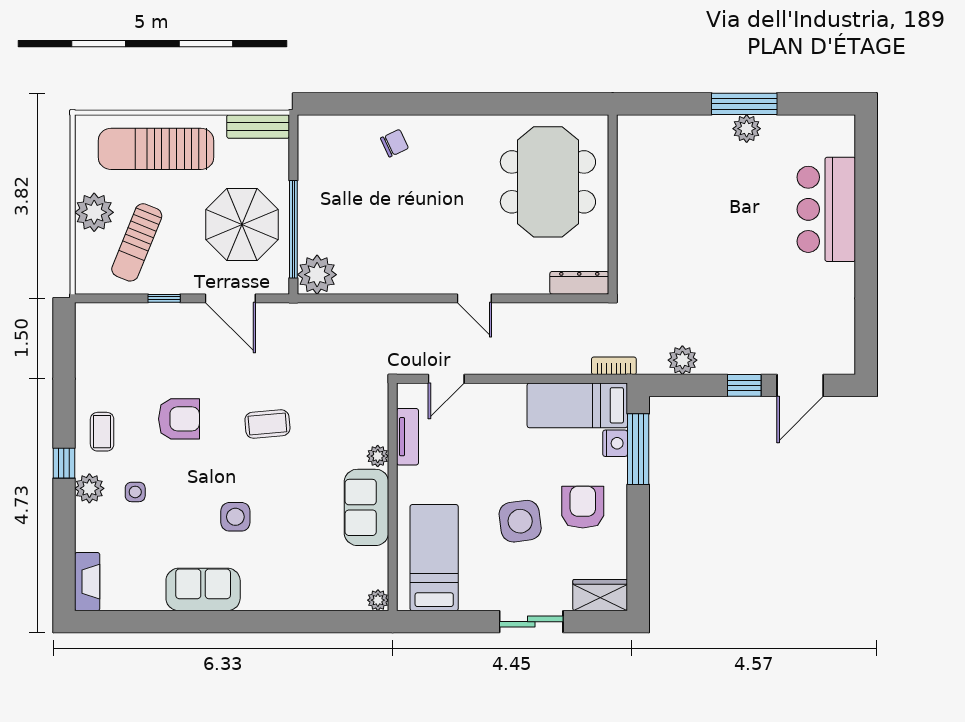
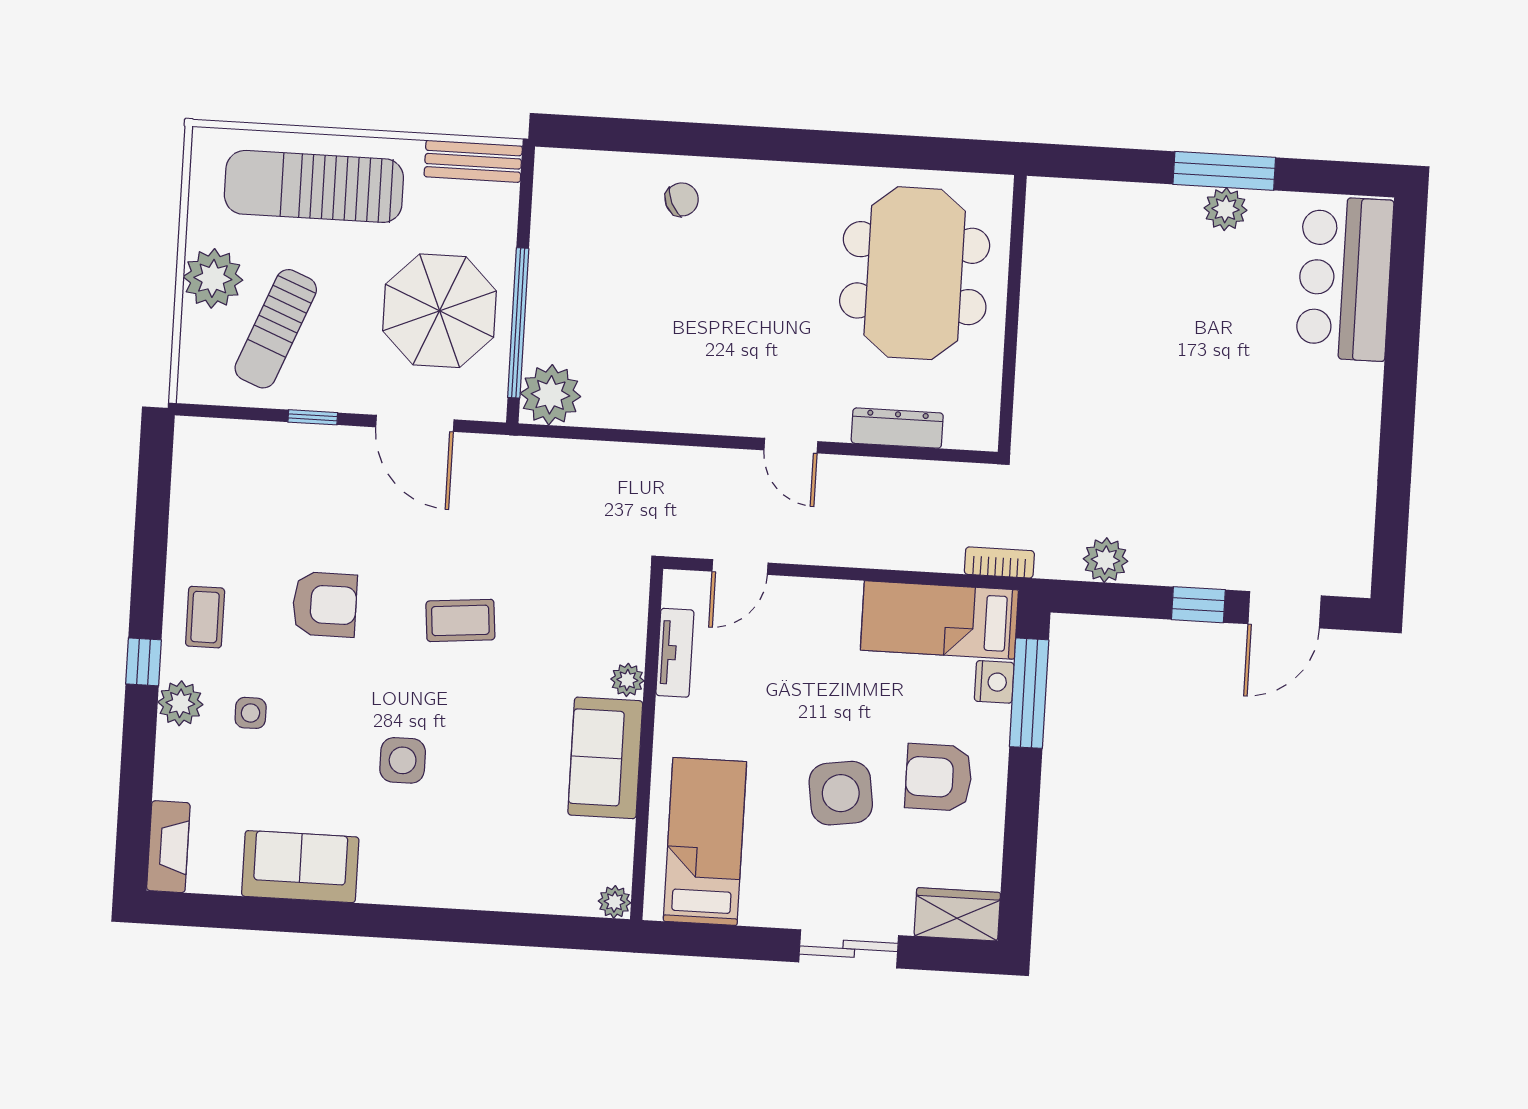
bar counter: (826, 209) -> (1345, 278), moved
dresser: (579, 283) -> (897, 428), moved
armchair: (583, 507) -> (939, 777), turned -90
sofa: (203, 589) -> (300, 867), moved

